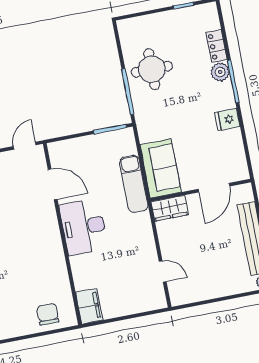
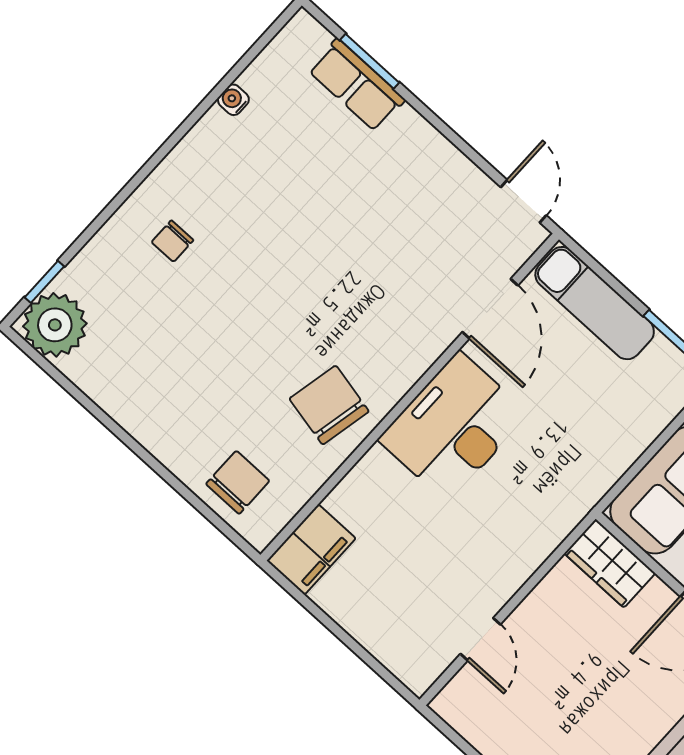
door: (25, 146) -> (524, 201), hinge flipped
exam couch: (134, 184) -> (595, 303), moved, turned -90
chair: (45, 264) -> (329, 405), added

